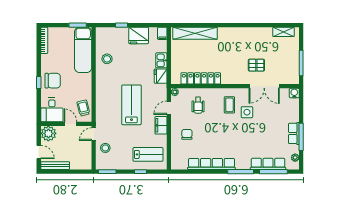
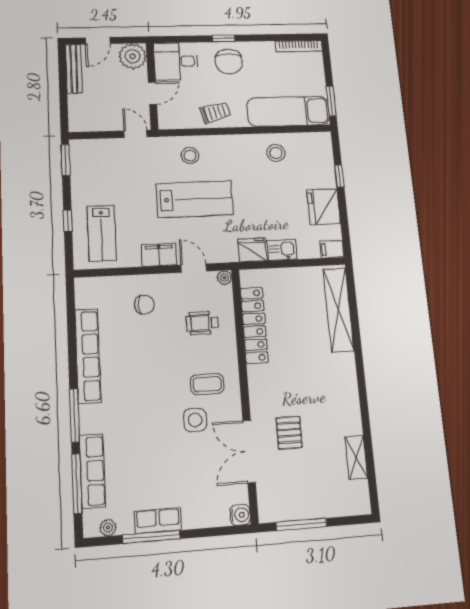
shelving: (284, 32) -> (356, 457), moved
trolley: (83, 108) -> (215, 112), moved
stool: (105, 148) -> (190, 156), moved

